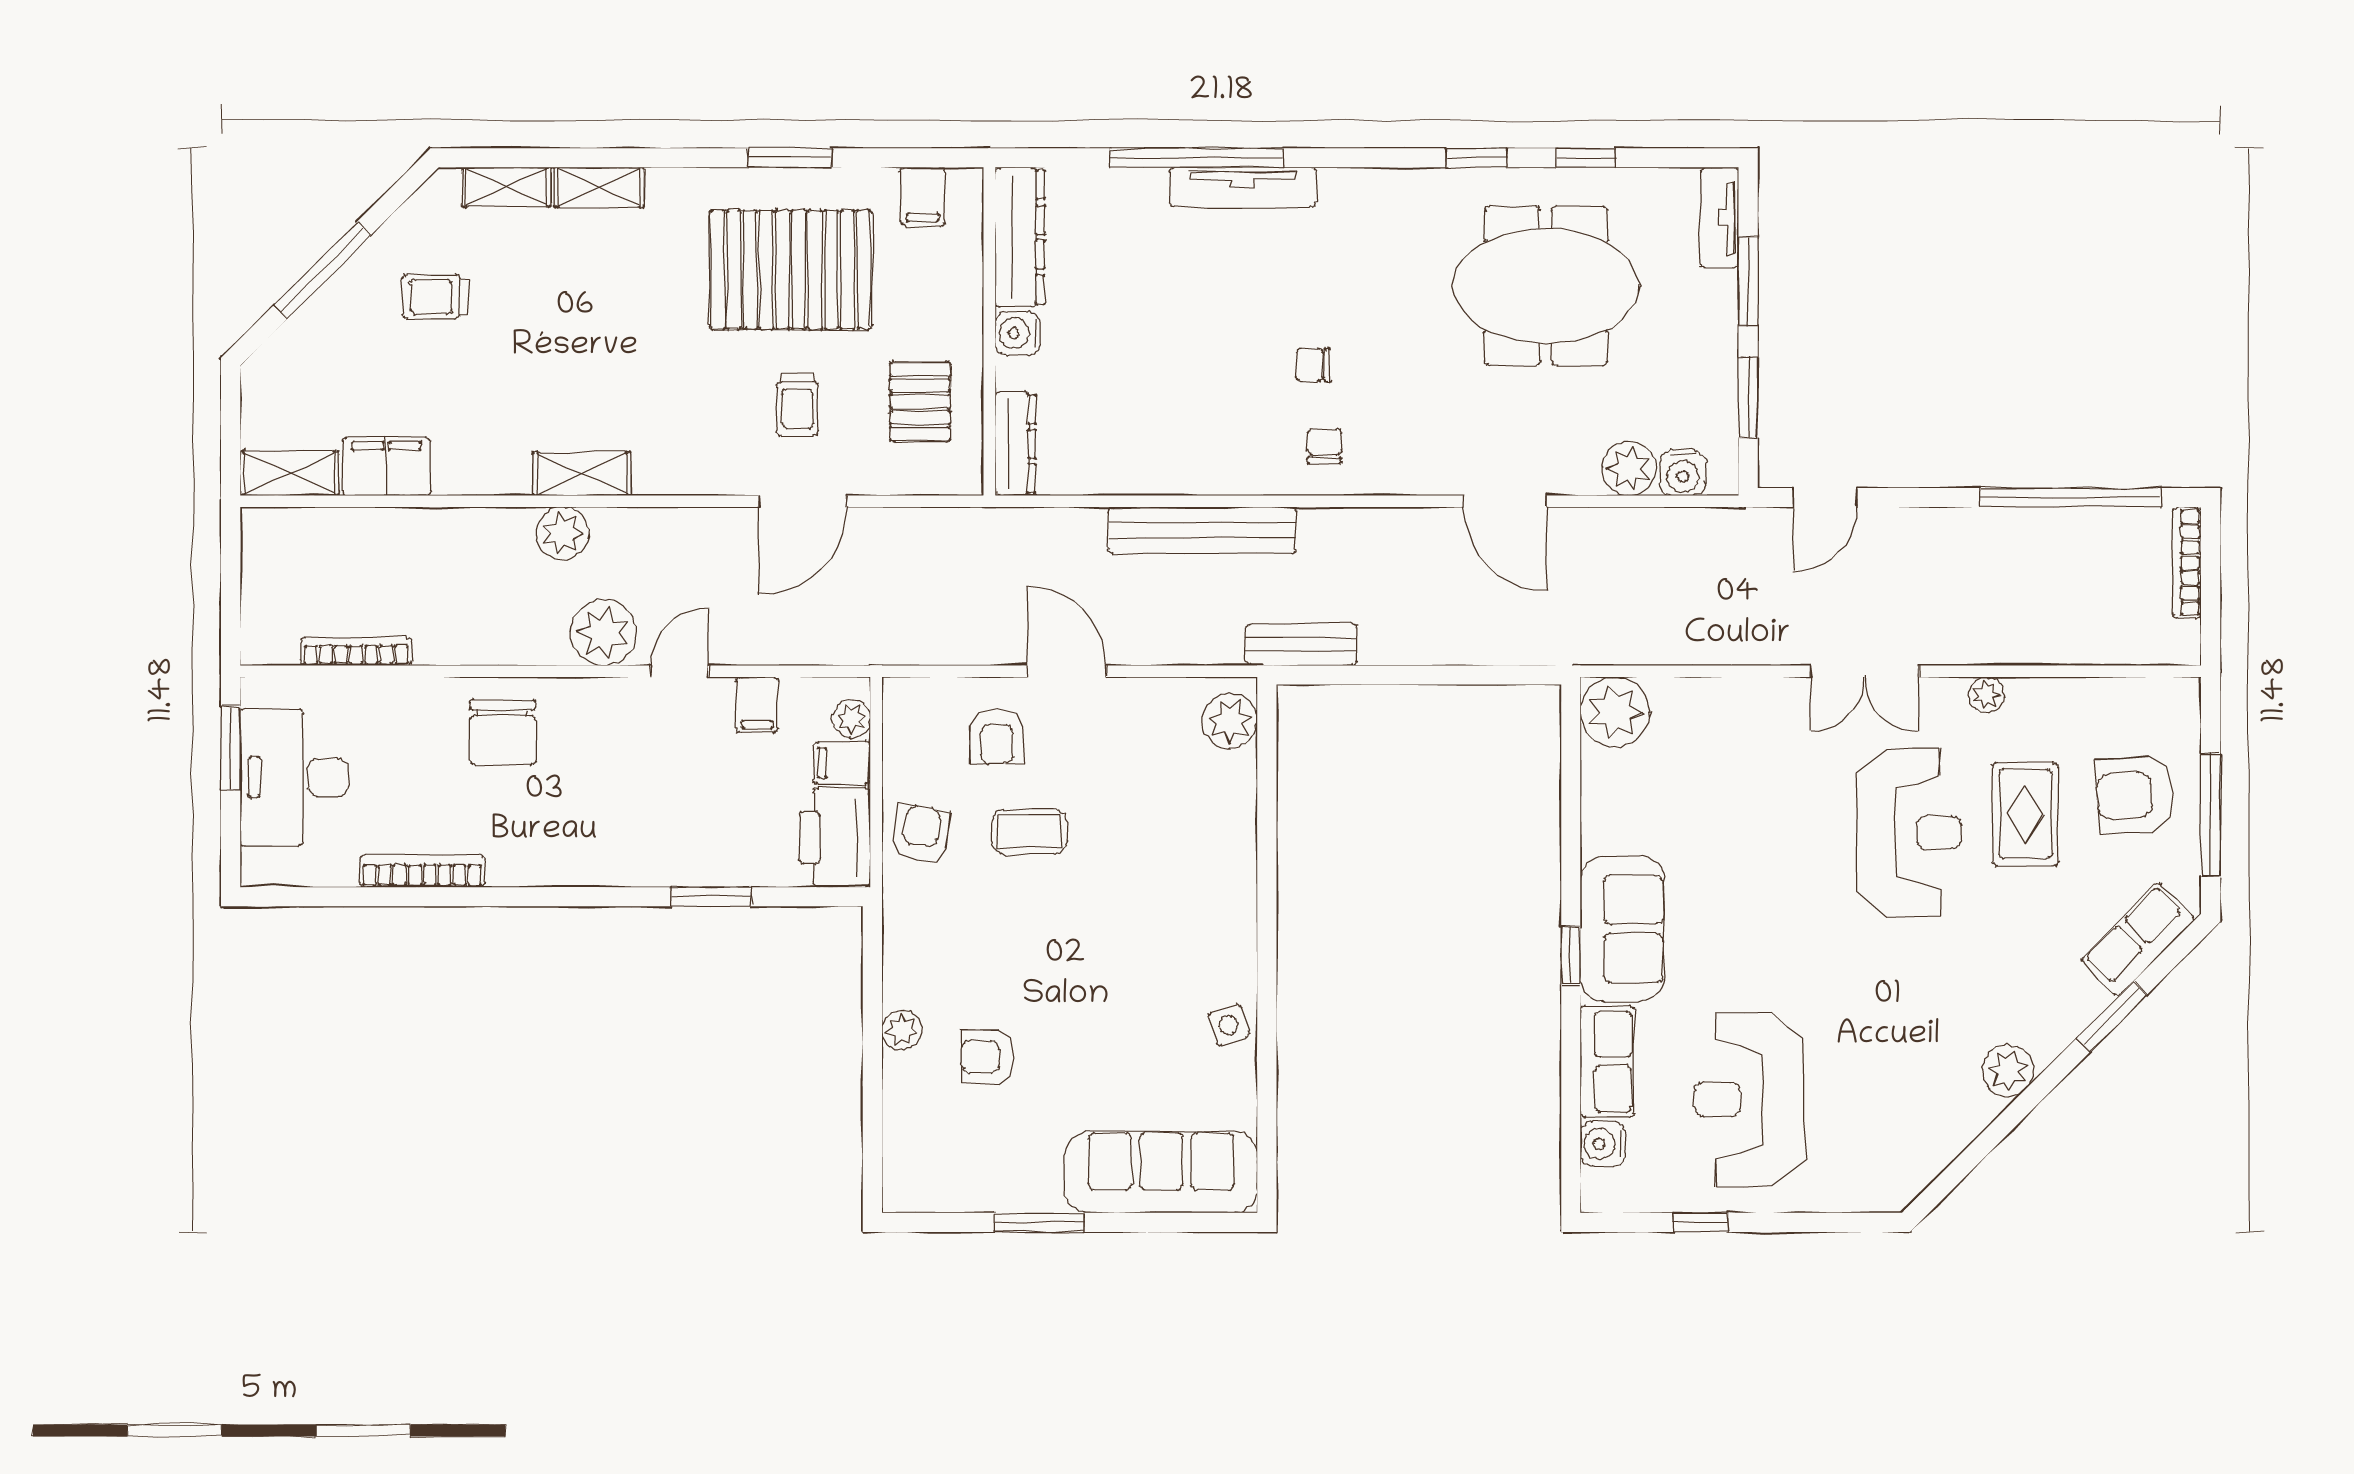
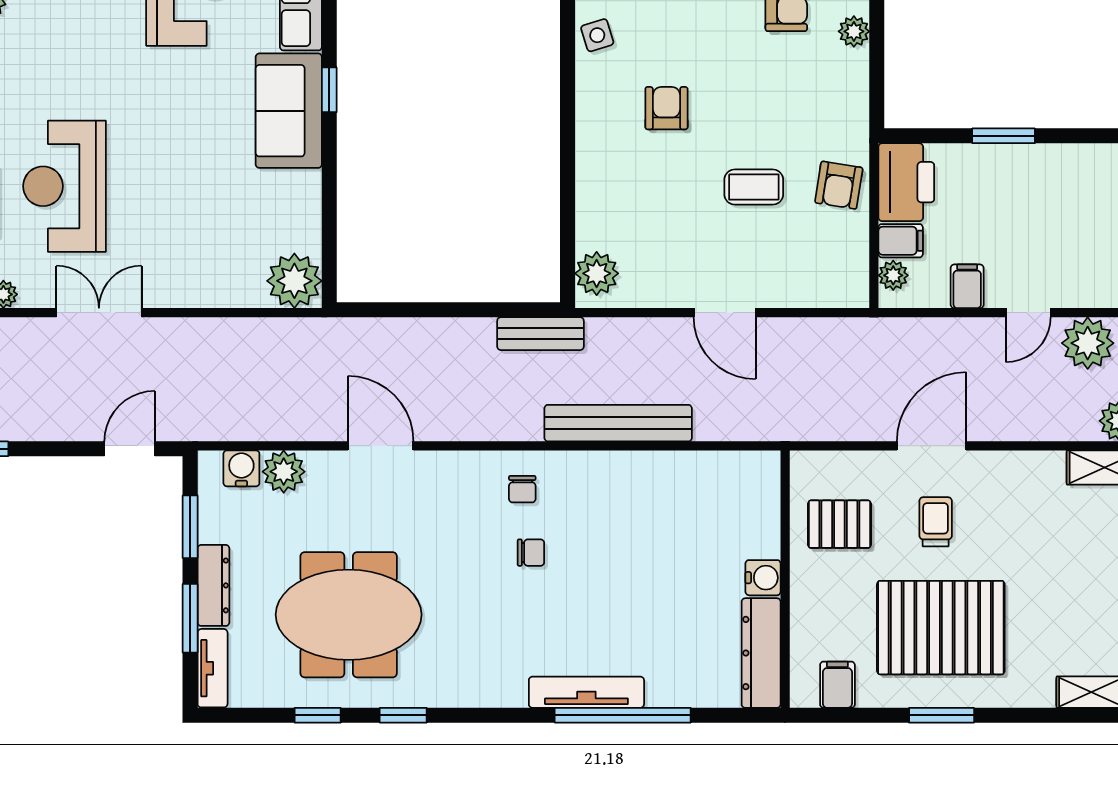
pallet: (920, 401) -> (839, 524), turned 90
dresser: (1015, 444) -> (213, 585), moved, turned 180
armchair: (997, 737) -> (666, 108), moved

